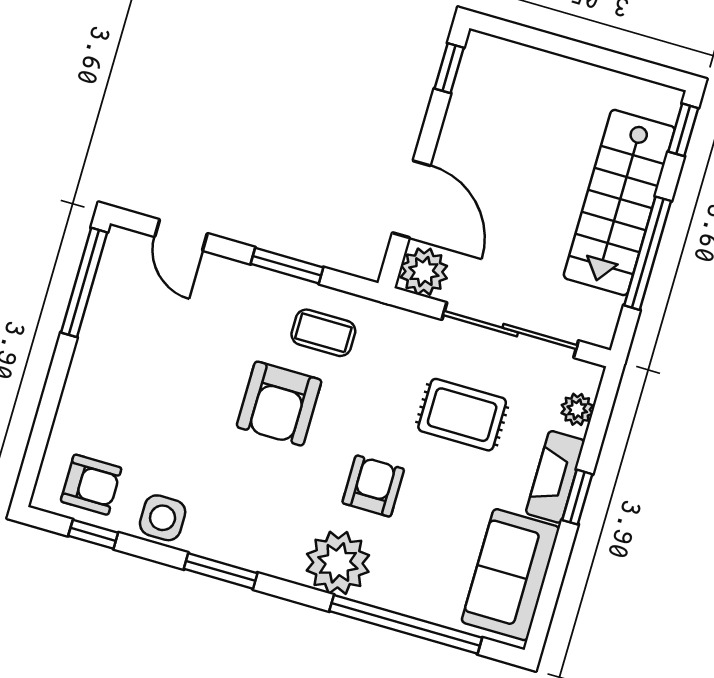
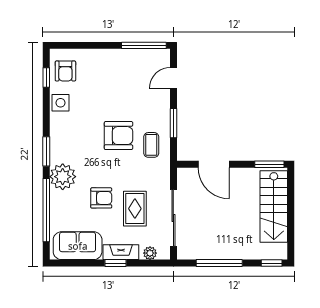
window: (449, 68) -> (269, 164), width x1.50
door: (411, 199) -> (214, 164), hinge flipped
stairs: (619, 203) -> (274, 206), moved, turned -90
plant: (424, 272) -> (187, 177), removed
armchair: (279, 404) -> (118, 136), turned 180
armchair: (373, 486) -> (101, 198), moved
window: (221, 571) -> (46, 151), moved

